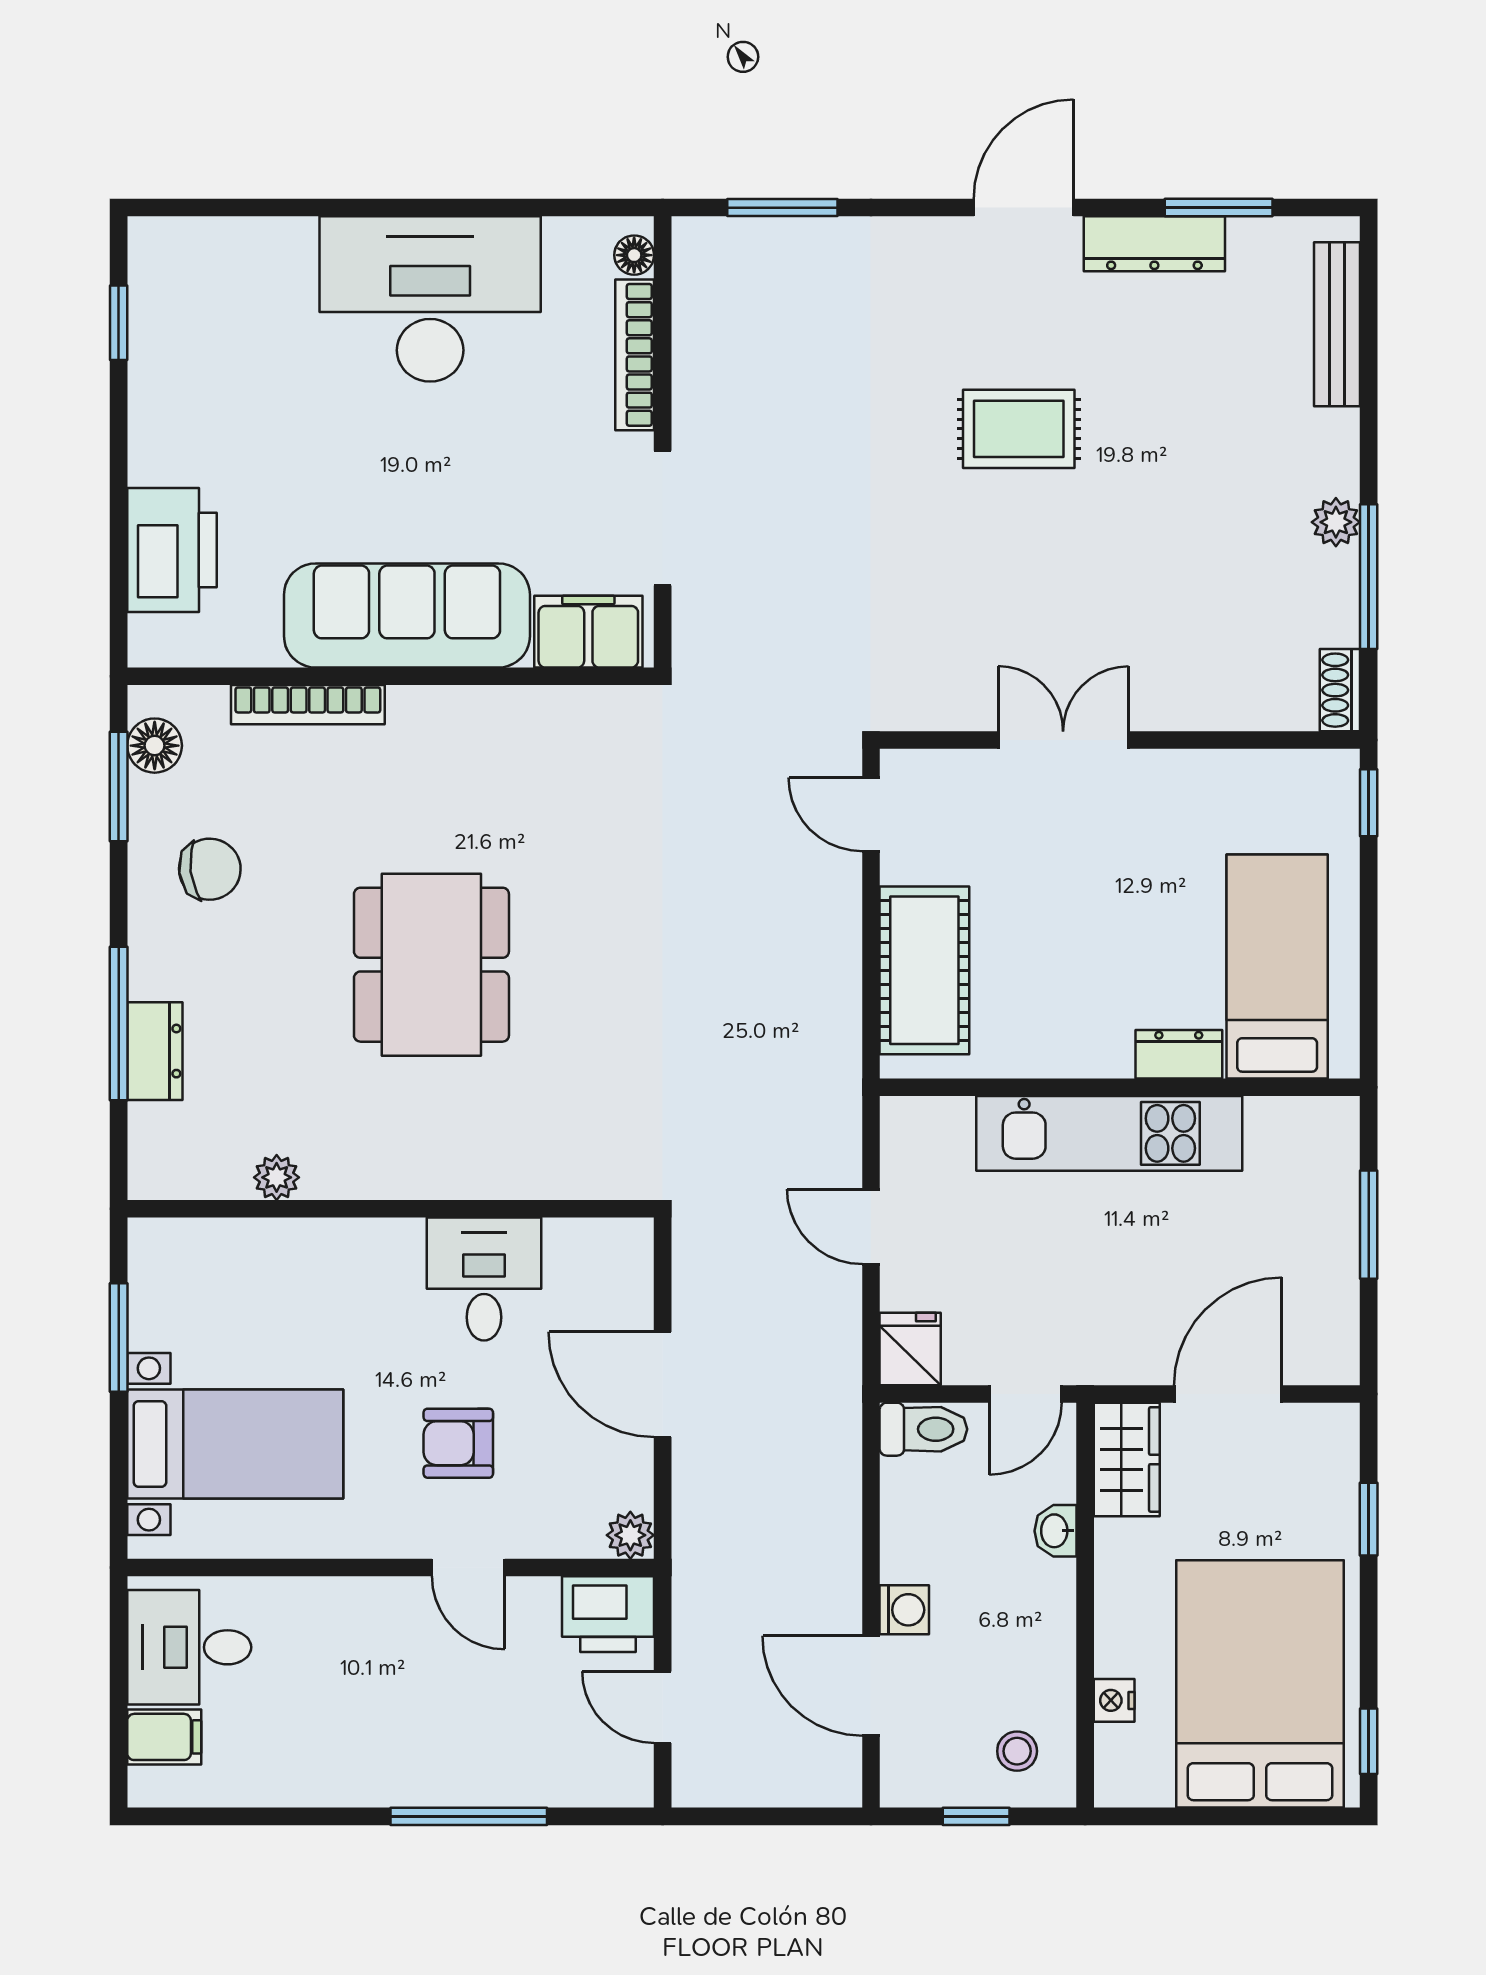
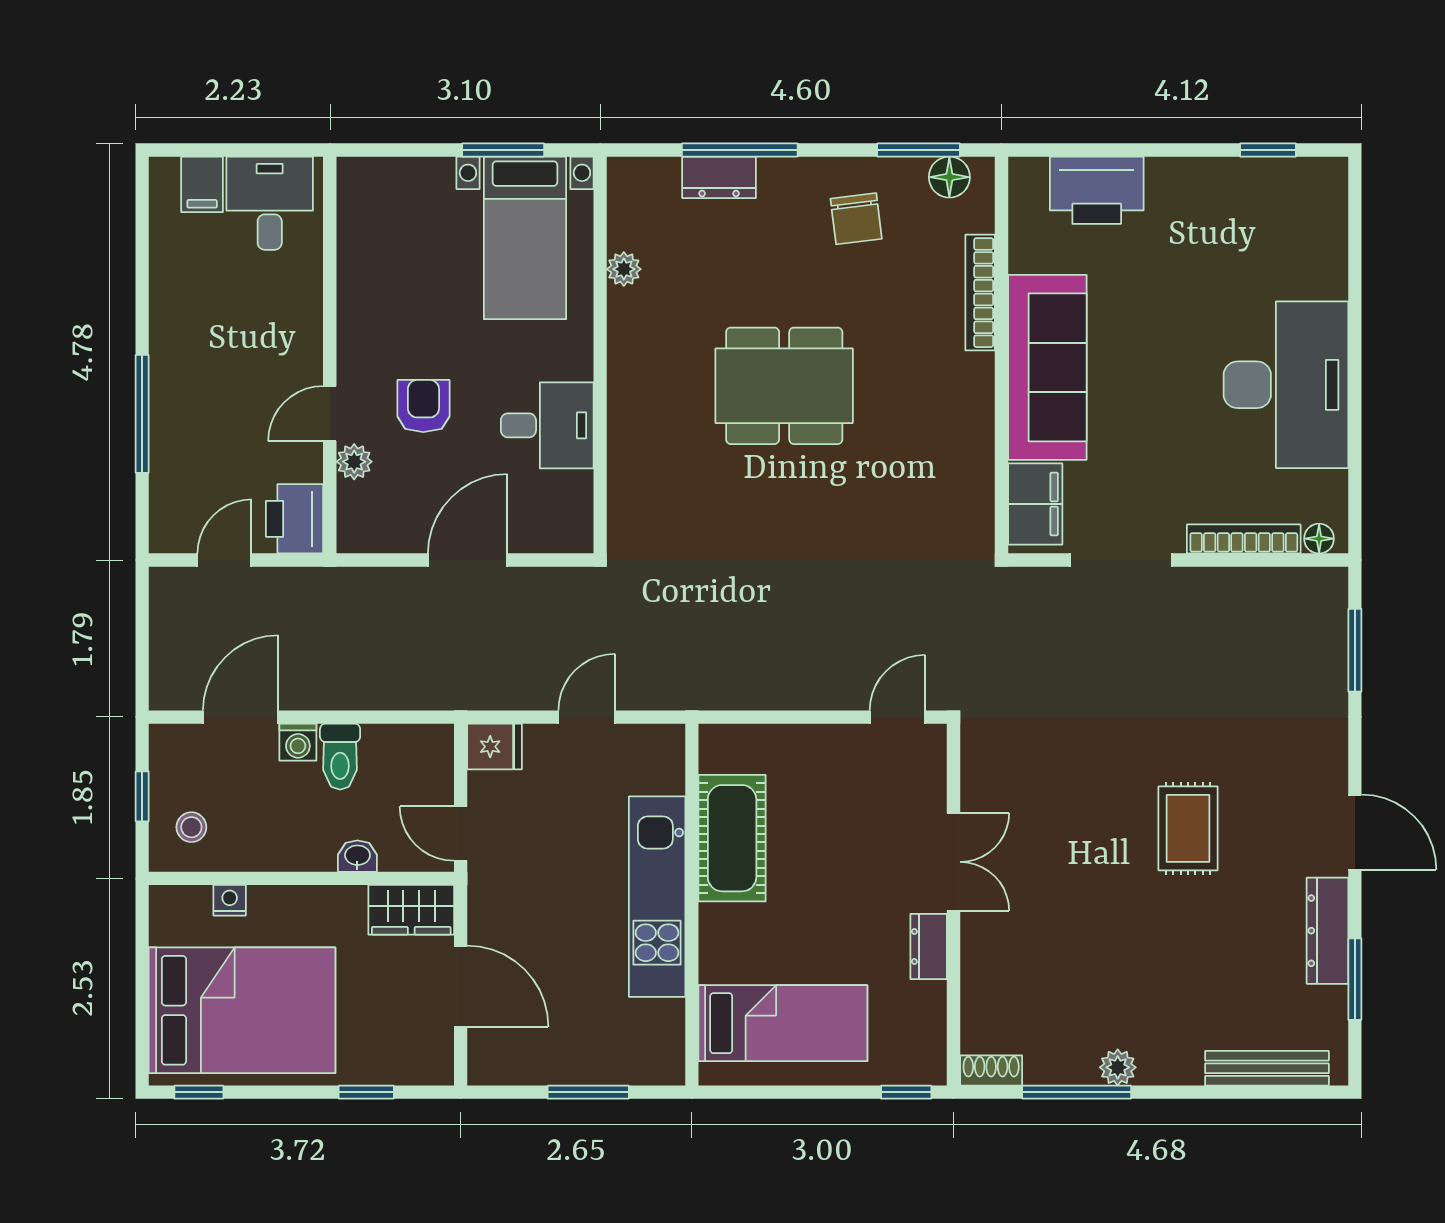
cot: (924, 970) -> (732, 838), moved, turned 90
dresser: (1179, 1054) -> (929, 947), moved, turned 180
toilet: (923, 1429) -> (340, 757), moved
bed with nightstands: (235, 1444) -> (525, 238), moved
plant: (630, 1535) -> (354, 462), moved

